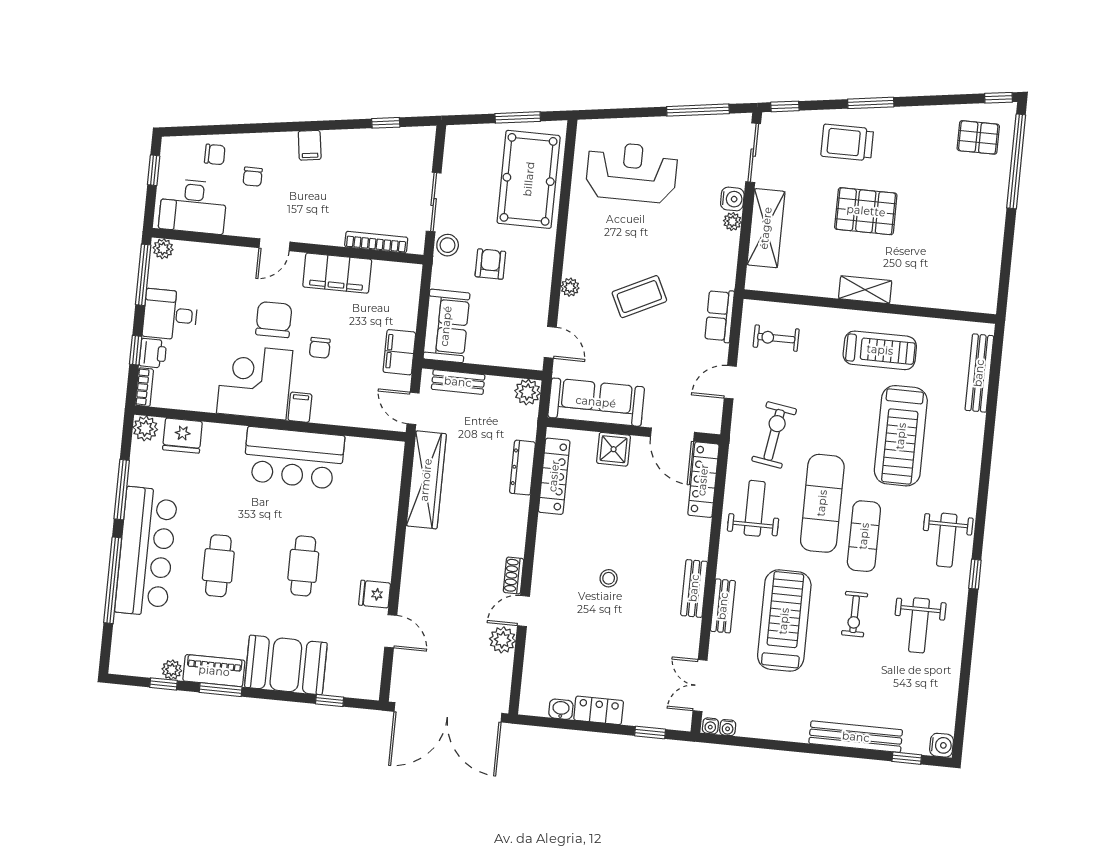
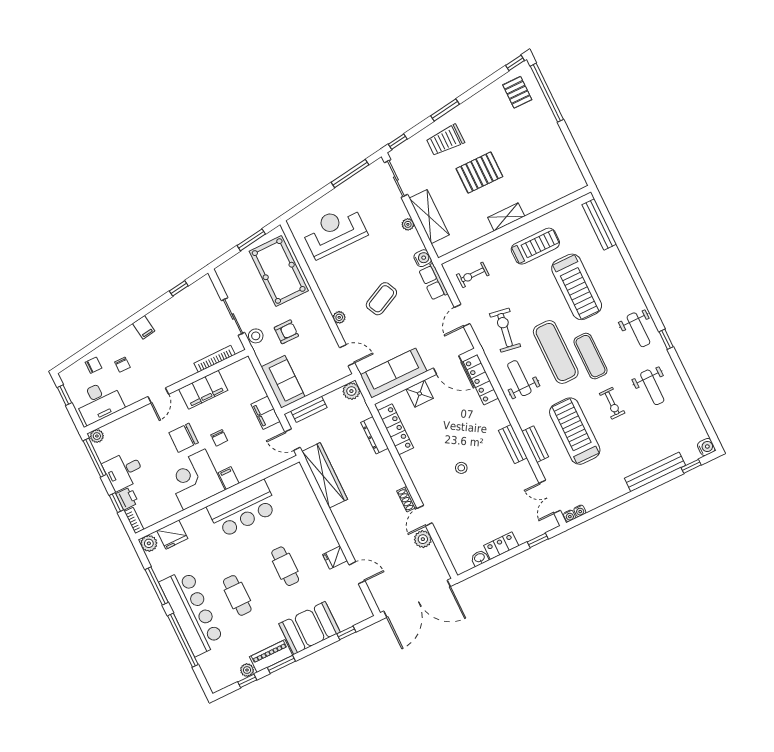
pallet: (978, 137) -> (517, 92), turned 90
water cooler: (732, 199) -> (423, 258), moved
armchair: (490, 264) -> (286, 332), turned 90
chair: (274, 320) -> (184, 438), turned -90

